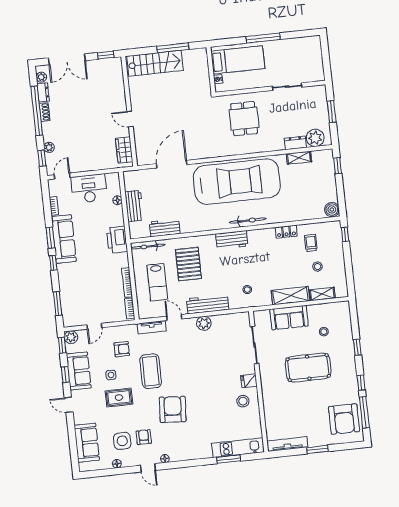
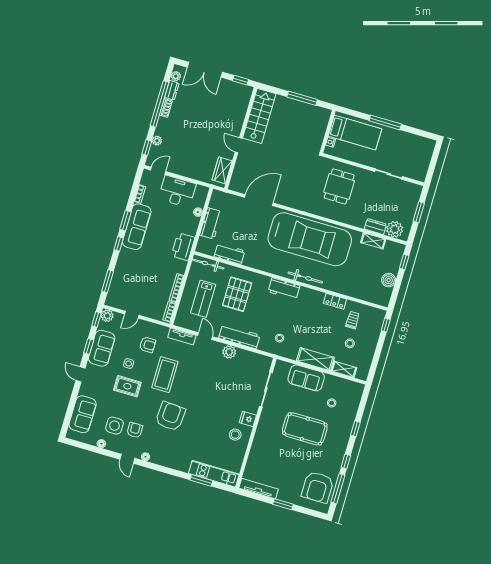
stairs: (155, 63) -> (259, 116), moved, turned -90
boiler: (332, 210) -> (389, 280), moved

